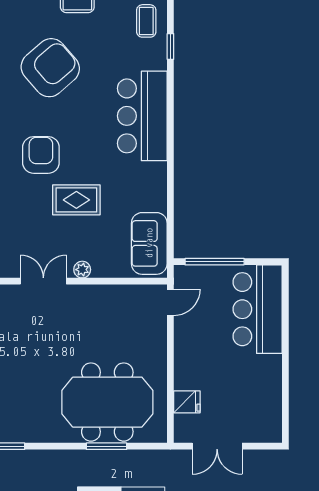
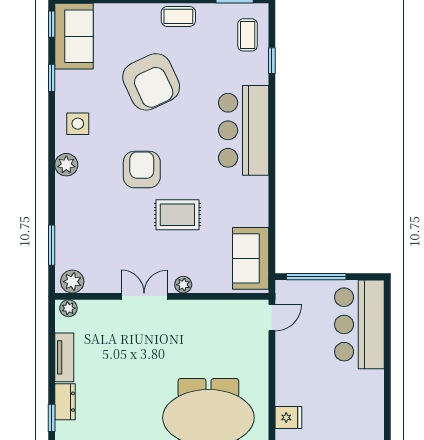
armchair: (50, 68) -> (151, 82), turned 106

